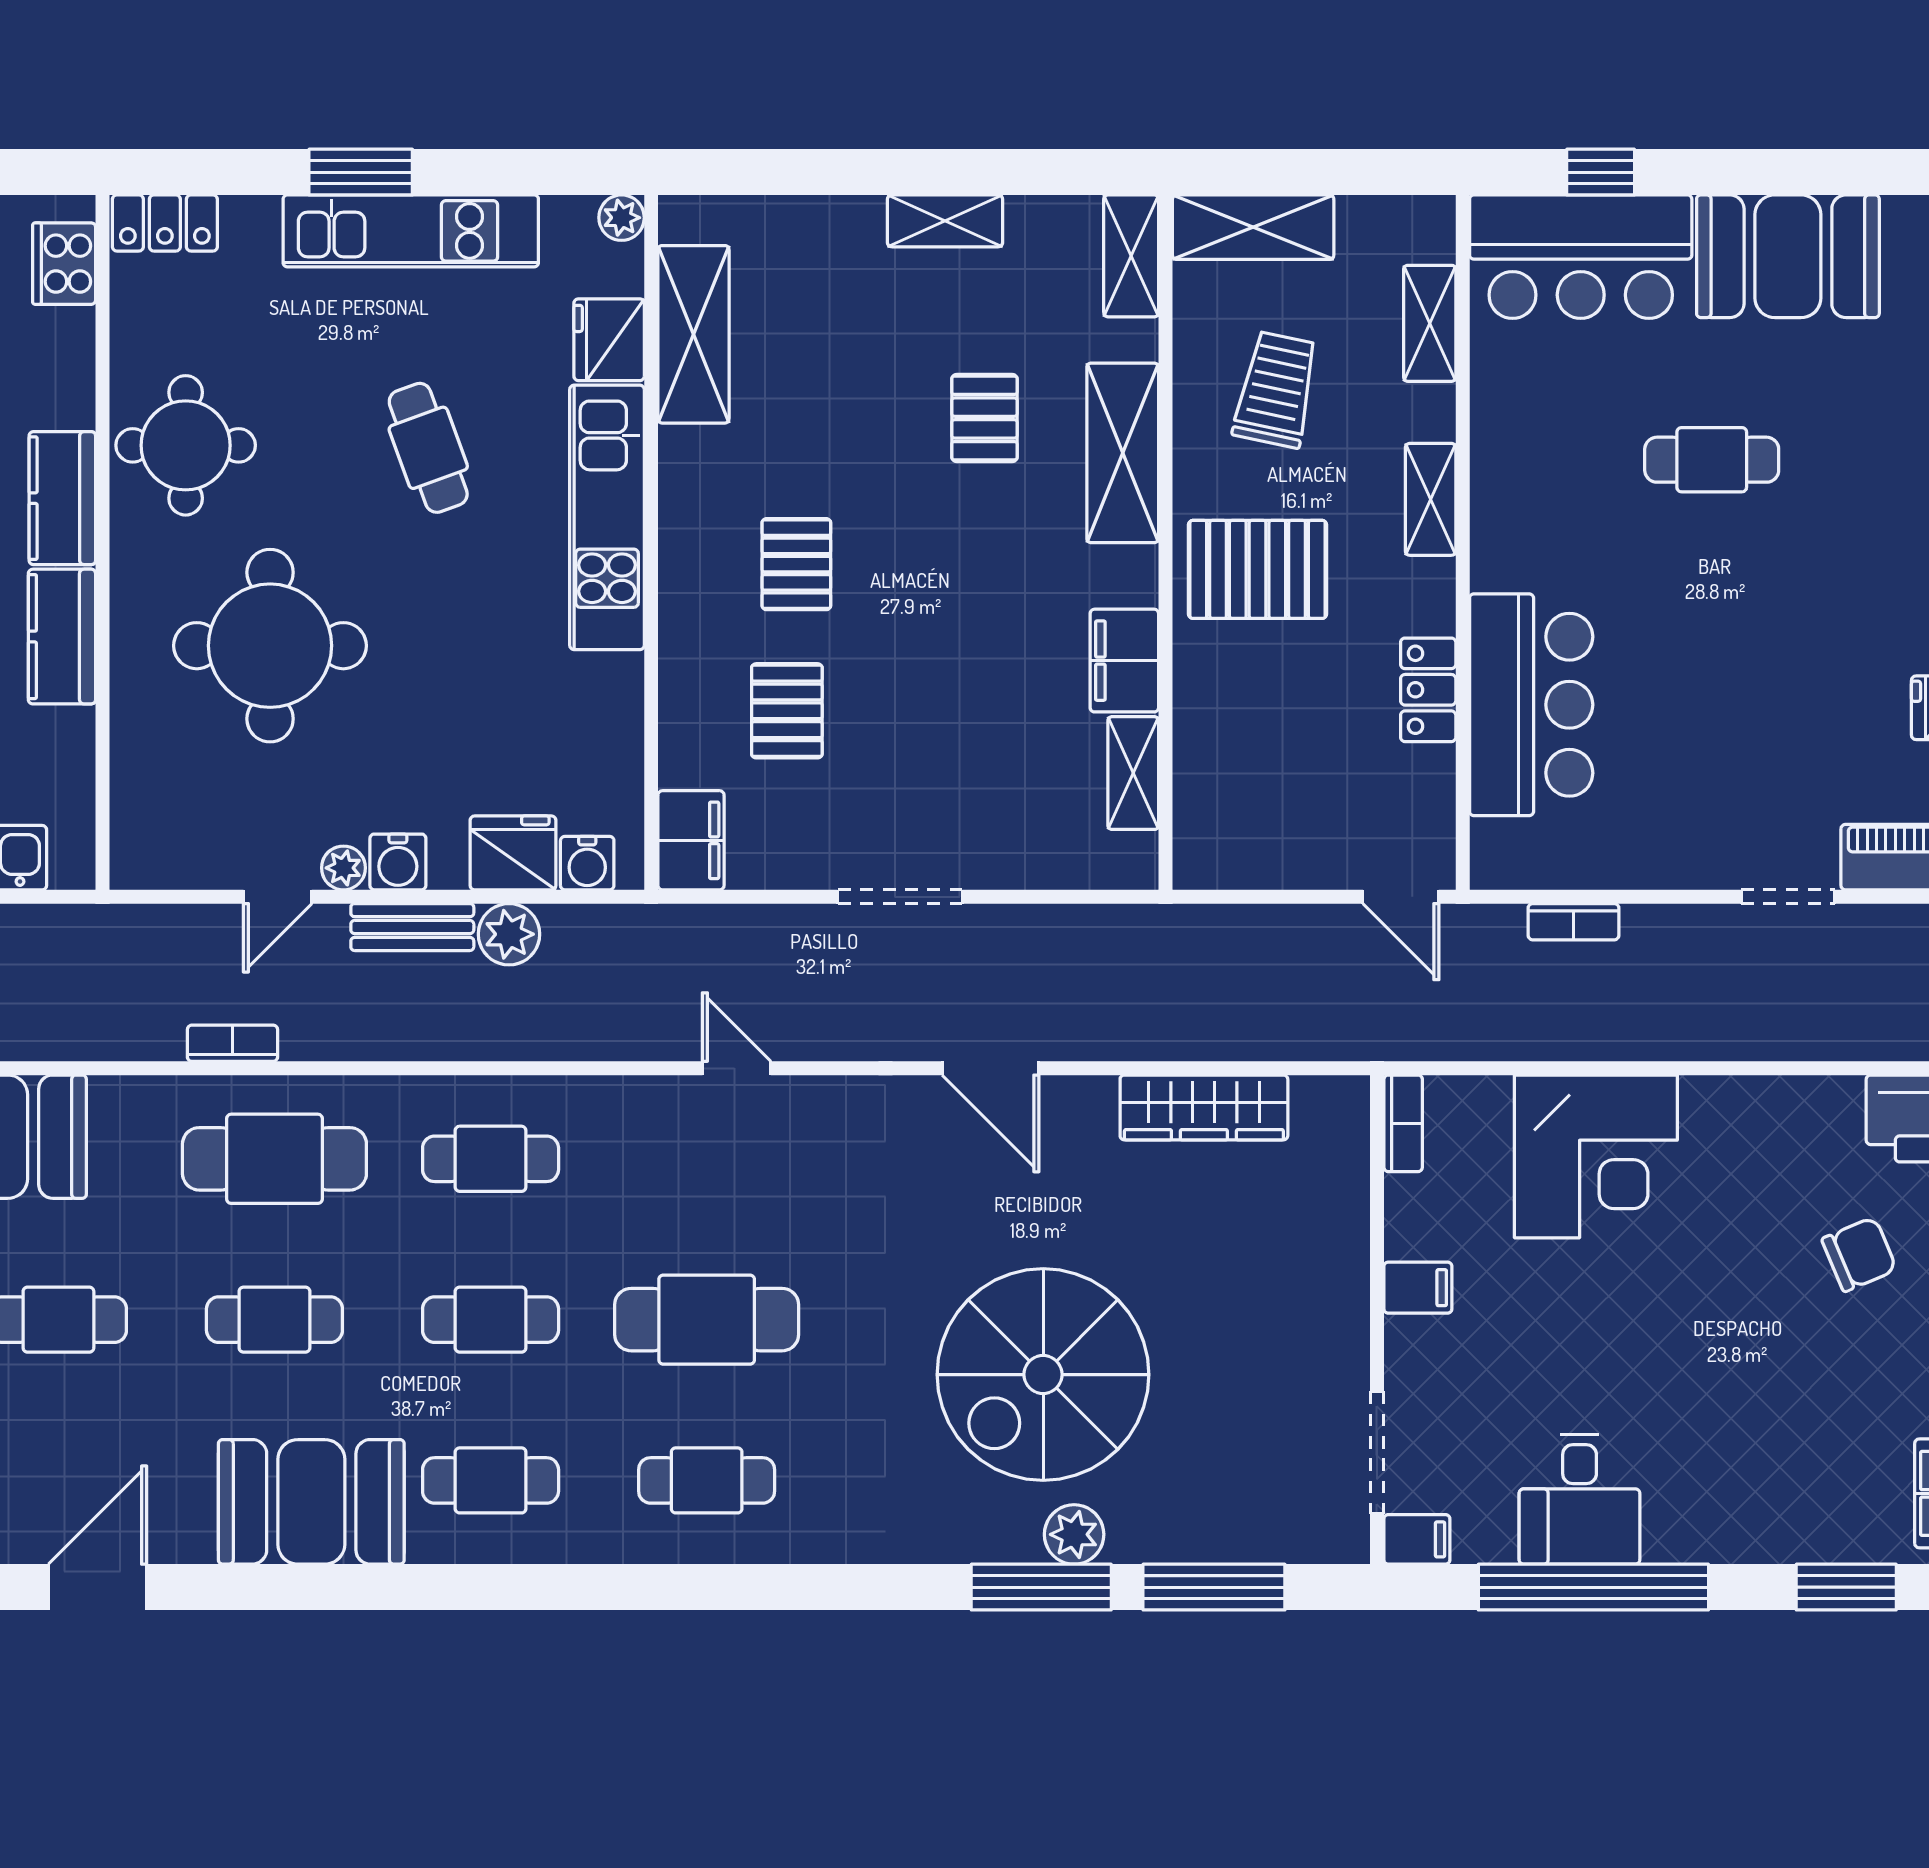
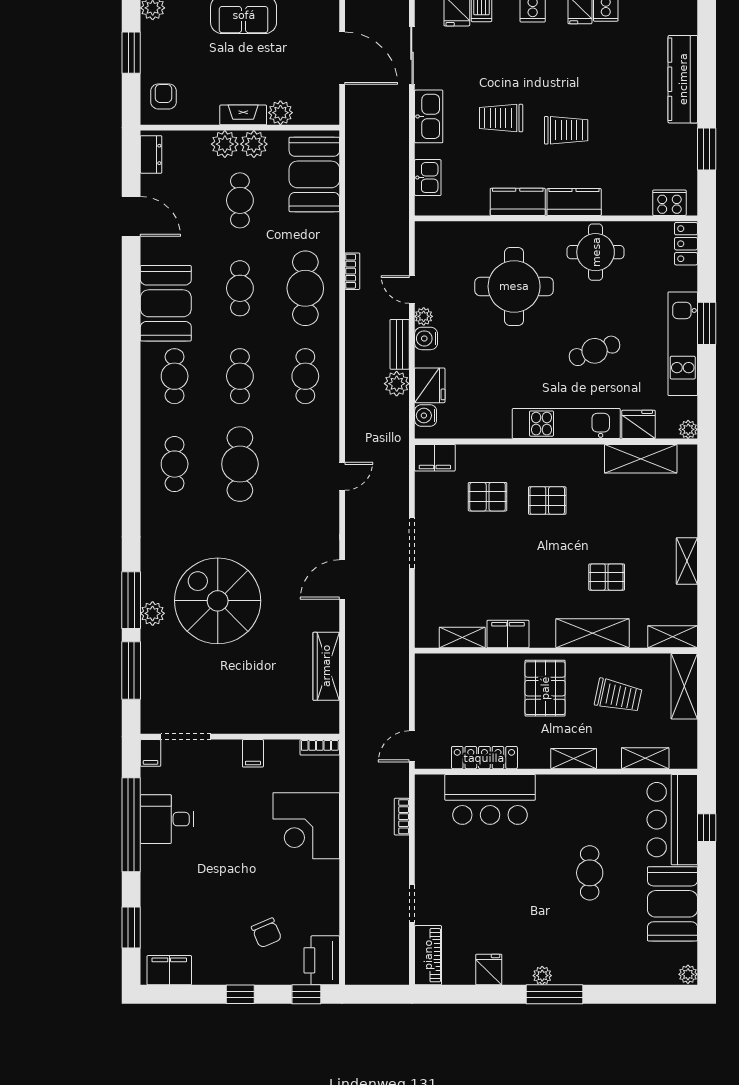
locker: (1428, 690) -> (484, 758), width x1.53

